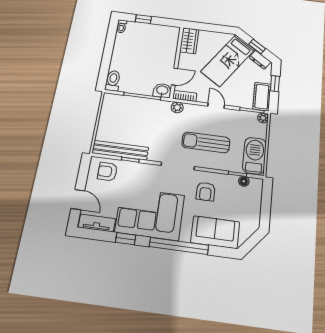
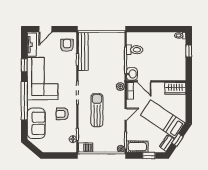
toilet: (113, 81) -> (135, 50), moved
barbecue: (254, 156) -> (86, 148), width x0.53, depth x0.65

